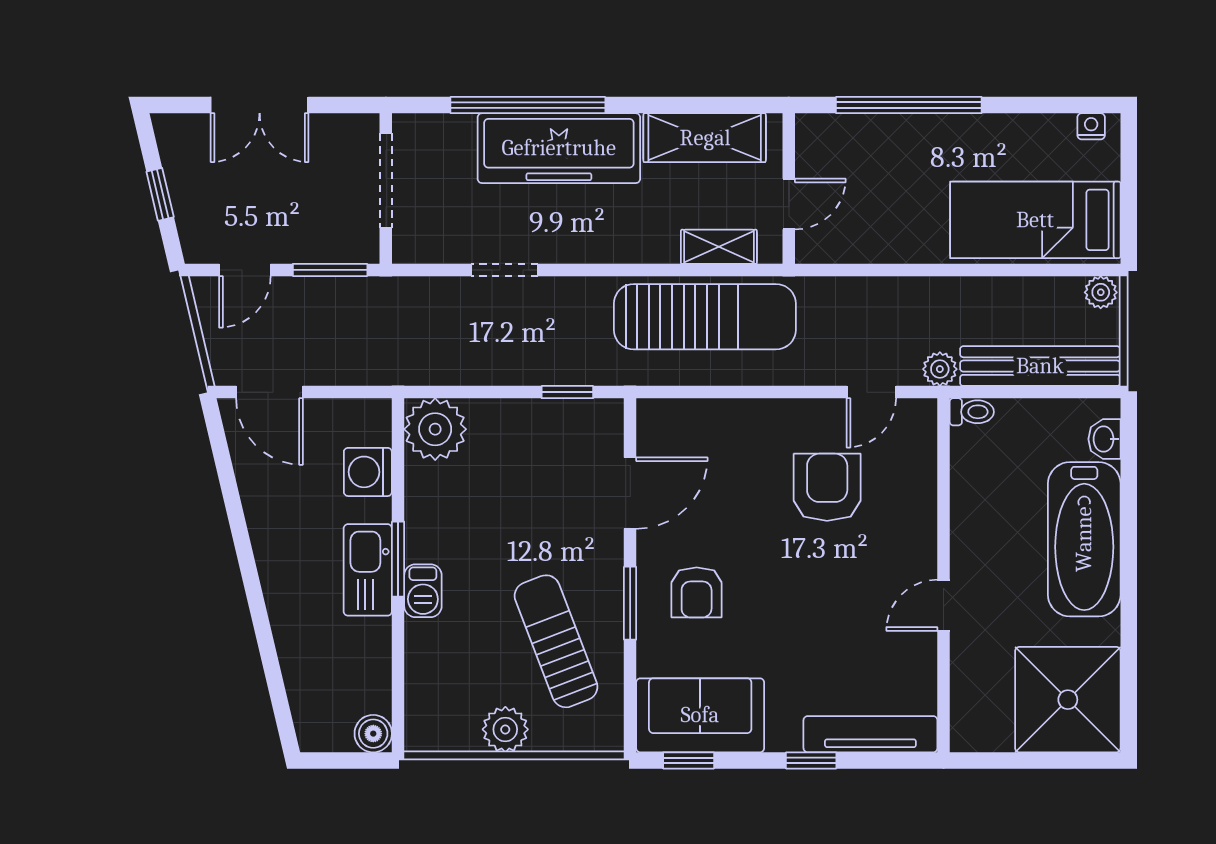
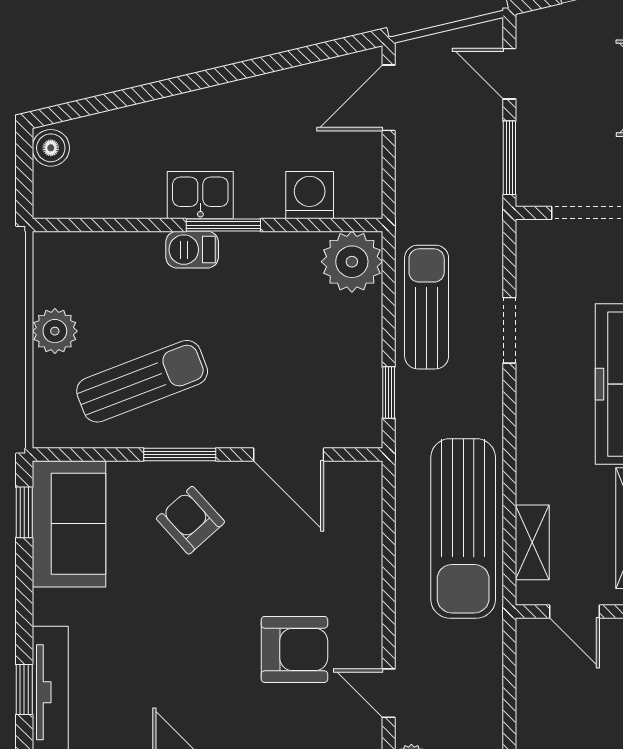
sun lounger: (481, 354) -> (427, 307), added
kitchen sink: (368, 570) -> (200, 195), width x0.73
armchair: (697, 592) -> (190, 520), turned 48
boiler: (373, 734) -> (51, 148), moved
window: (811, 760) -> (24, 689), moved

